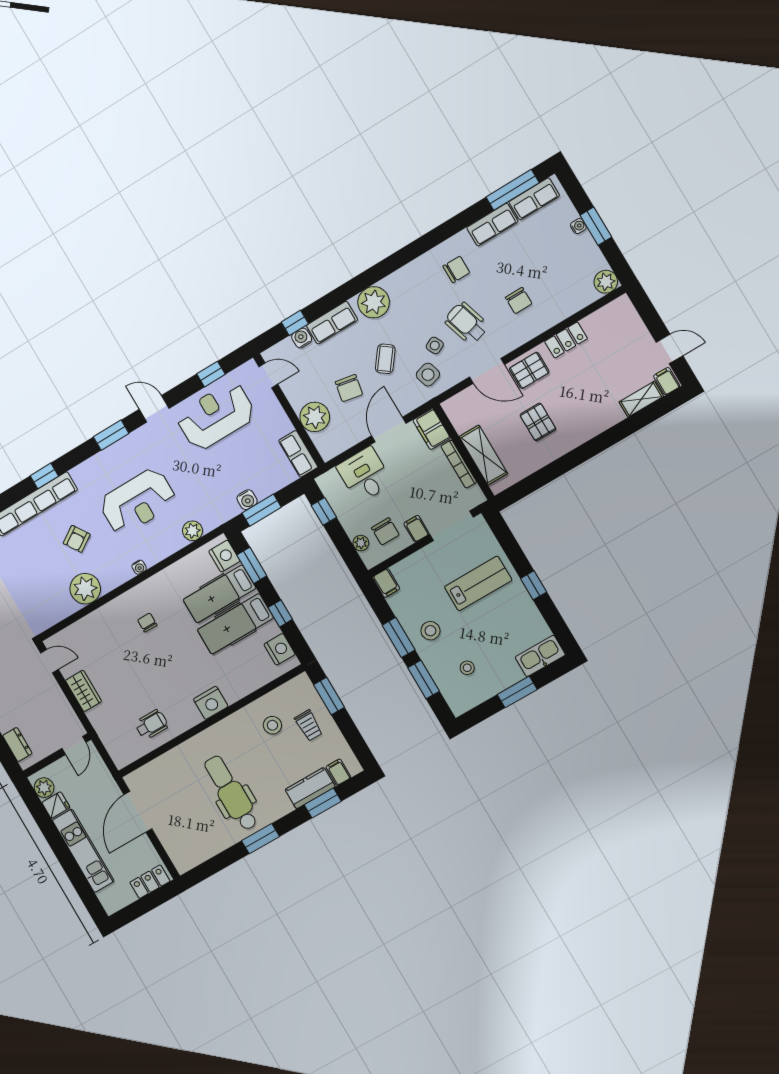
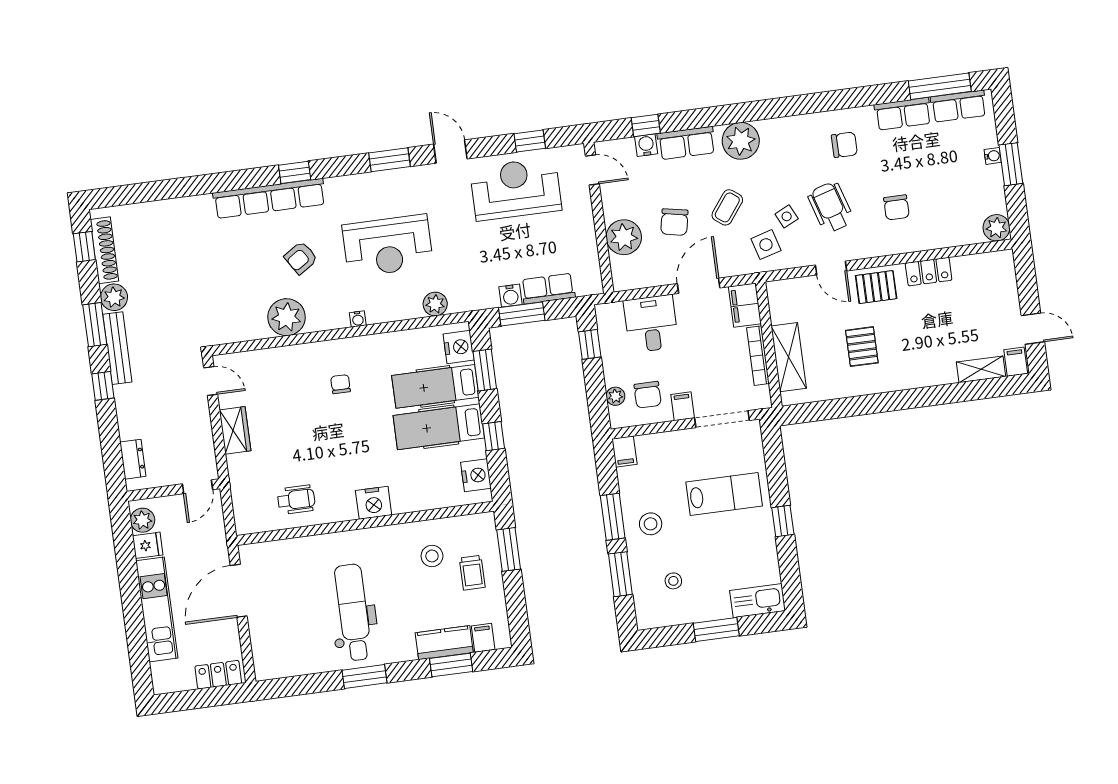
door: (487, 371) -> (831, 268), width x0.73
row of seats: (298, 454) -> (548, 289), moved, turned 90

